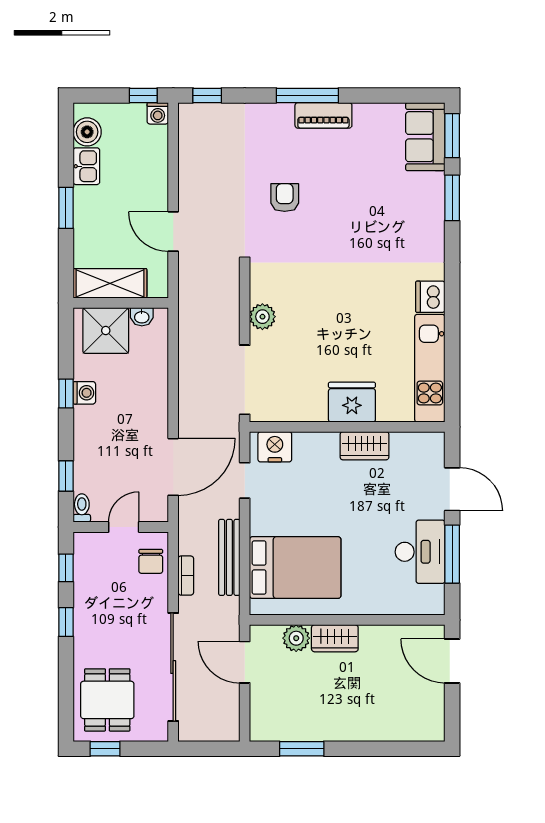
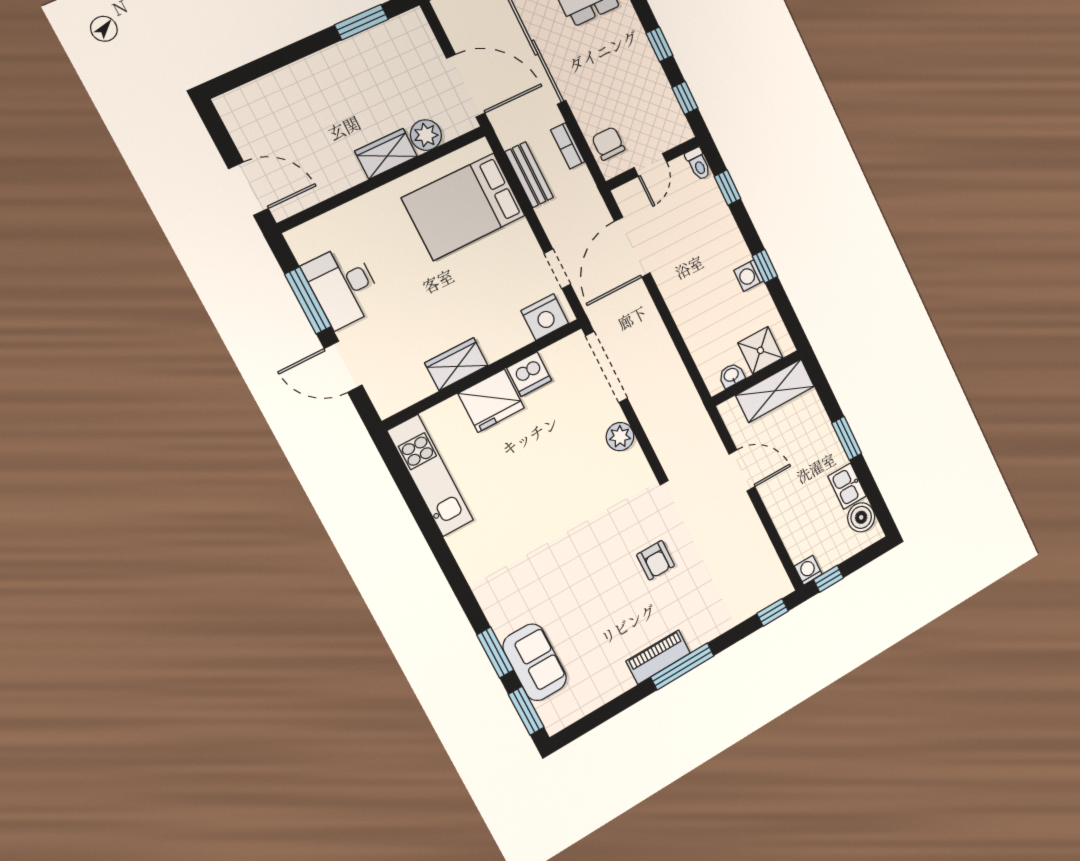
sofa: (425, 137) -> (535, 662), moved
dishwasher: (430, 297) -> (529, 374), moved, turned 90
shower: (106, 331) -> (760, 350), width x0.73, depth x0.73
bench: (229, 557) -> (529, 175), width x0.73
door: (245, 662) -> (466, 86), width x1.36

